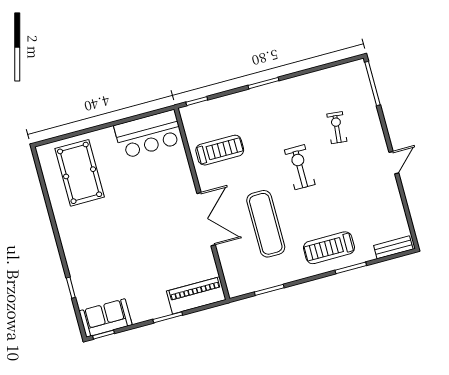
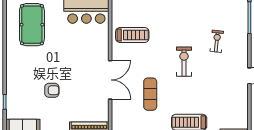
exercise mat: (266, 224) -> (150, 94), width x0.73, depth x0.69
armchair: (131, 255) -> (52, 90), added

